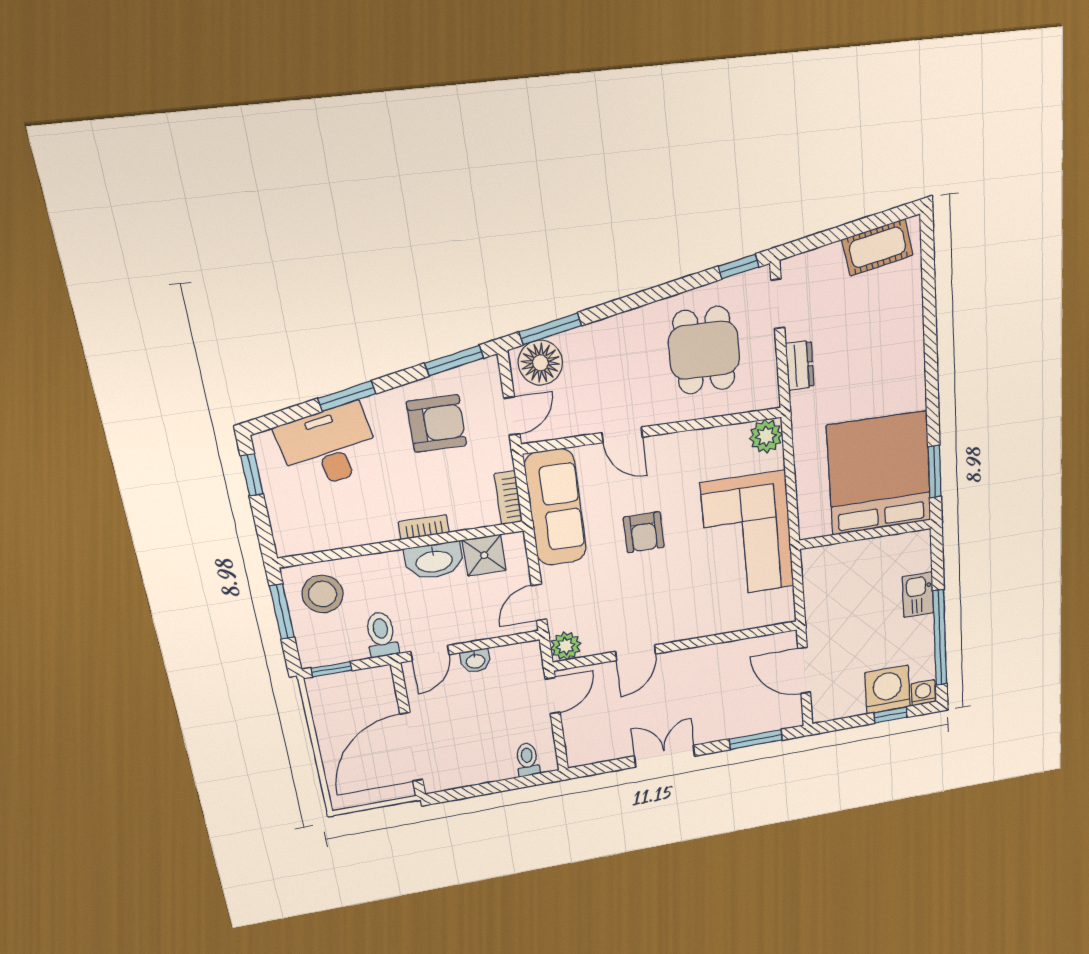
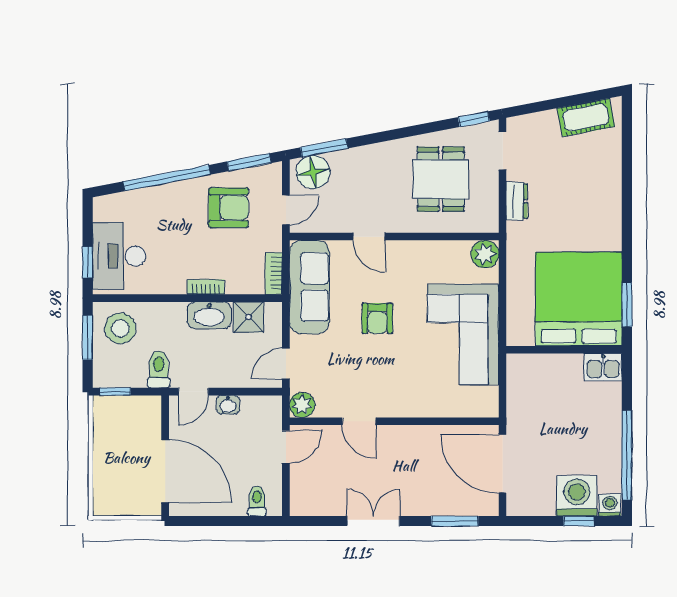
window: (347, 396) -> (167, 178), width x2.11
desk: (329, 447) -> (119, 256), moved, turned -79
window: (252, 475) -> (88, 262), moved
kitchen sink: (918, 595) -> (603, 367), moved, turned -90
door: (636, 653) -> (359, 421), hinge flipped
door: (804, 671) -> (503, 464), width x1.36
door: (411, 747) -> (165, 471), swing flipped

